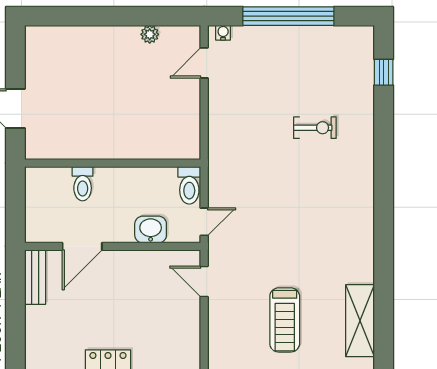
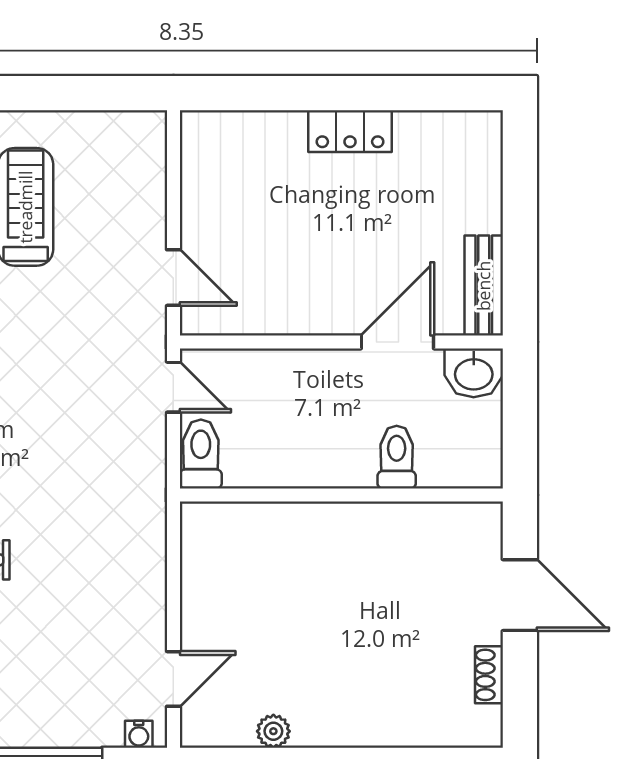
shoe rack: (32, 65) -> (489, 675), added
door: (204, 222) -> (173, 387), swing flipped
washbasin: (151, 230) -> (474, 373), moved

